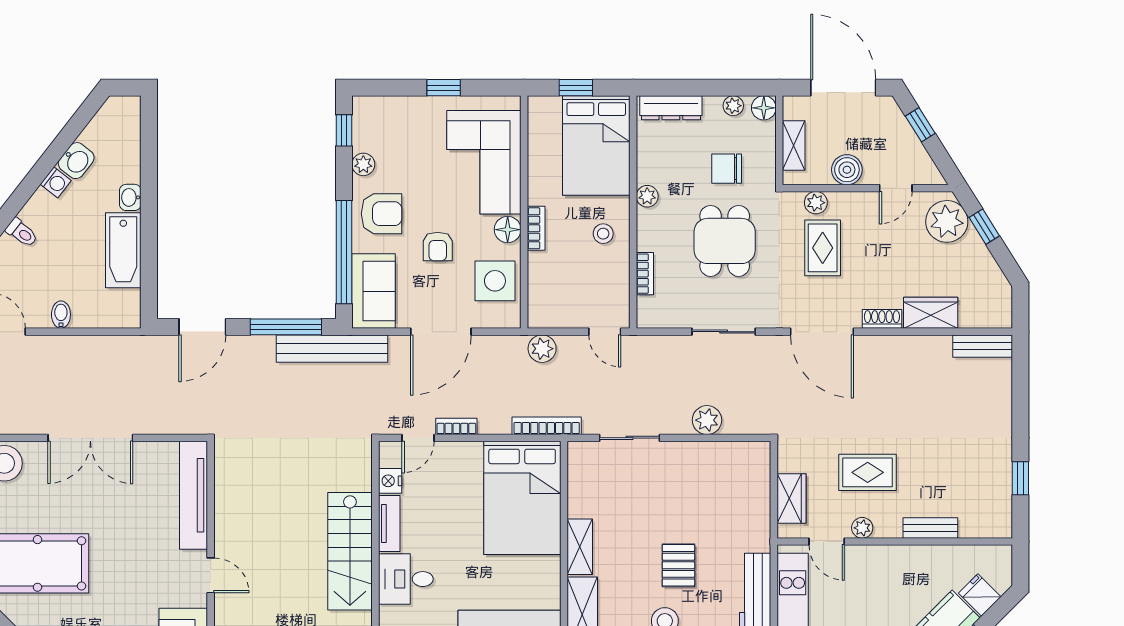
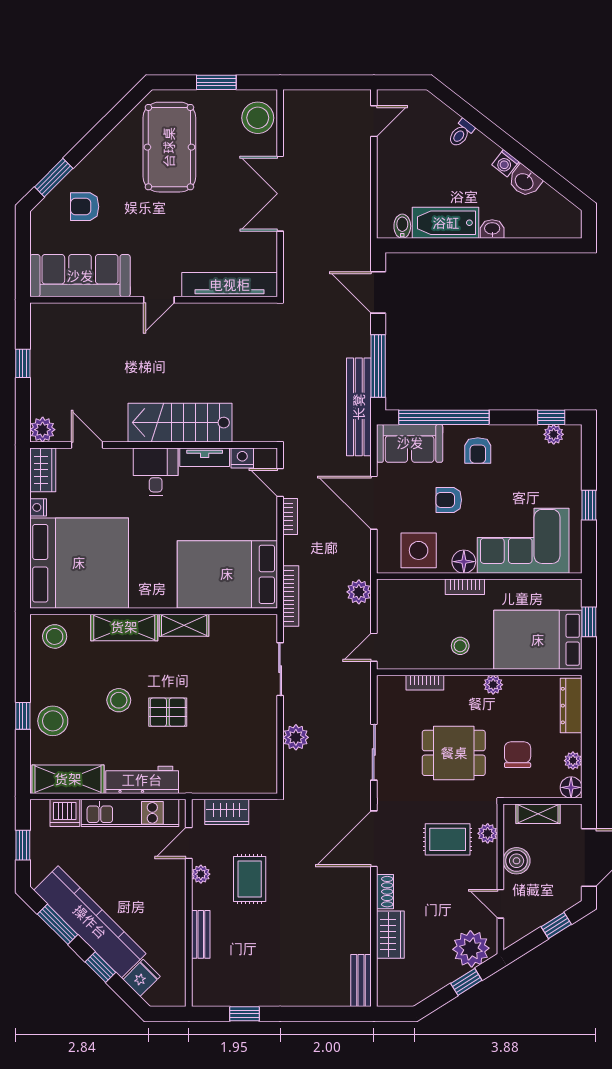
plant: (363, 164) -> (554, 434), moved
armchair: (382, 214) -> (478, 450), width x0.72, depth x0.72
bidet: (61, 315) -> (402, 226), moved, turned -90

